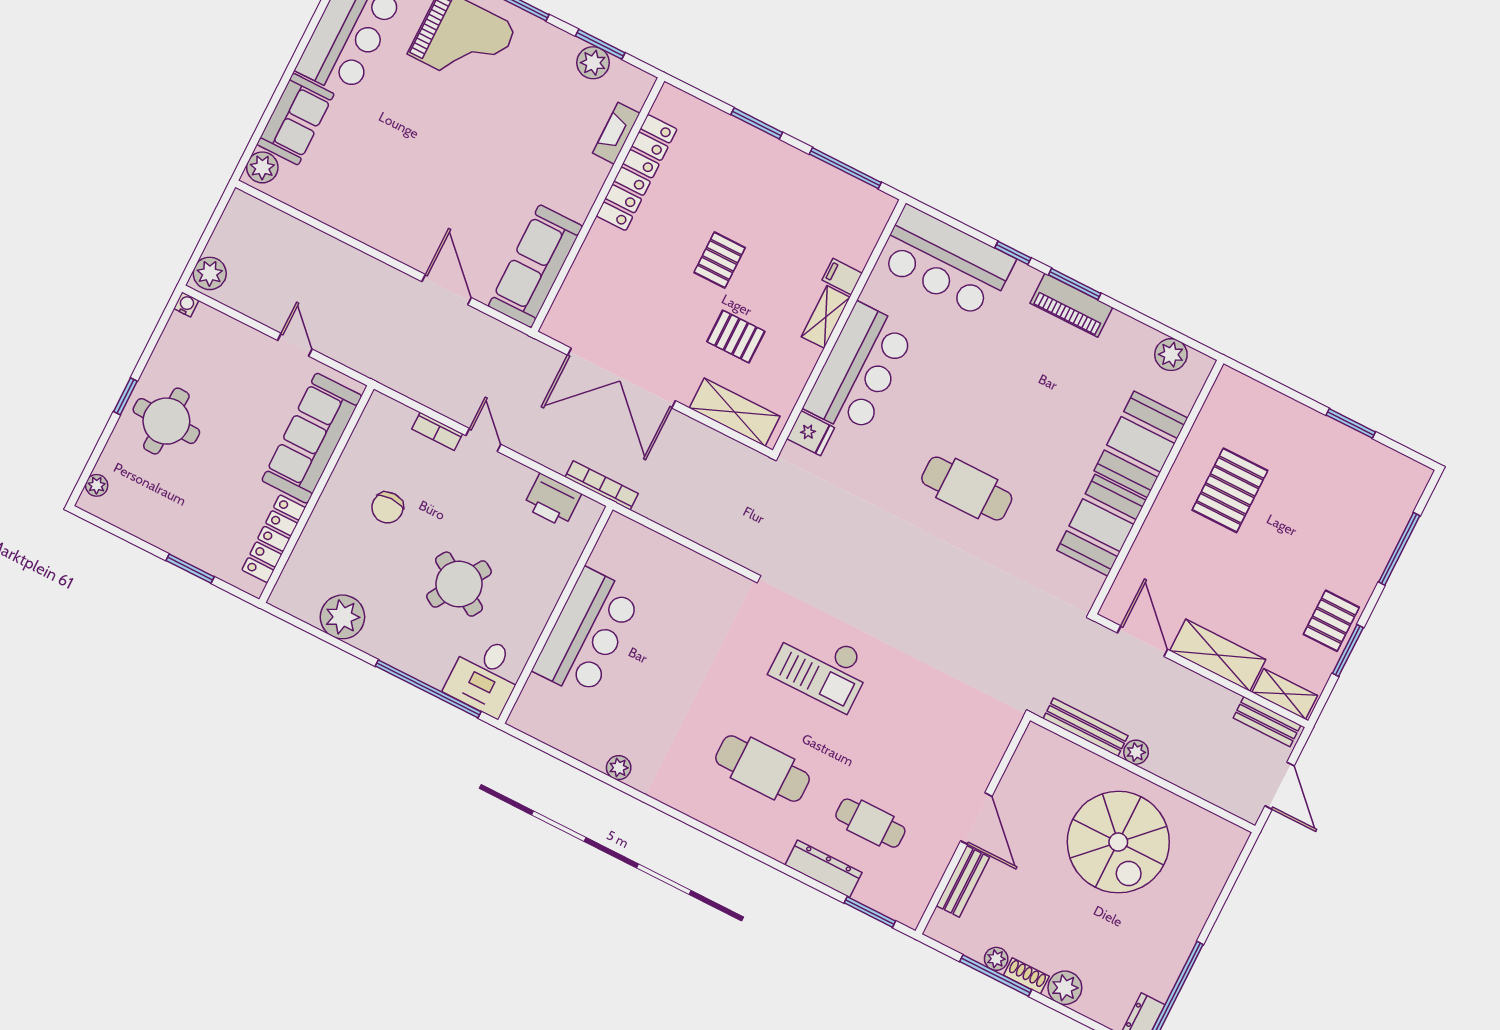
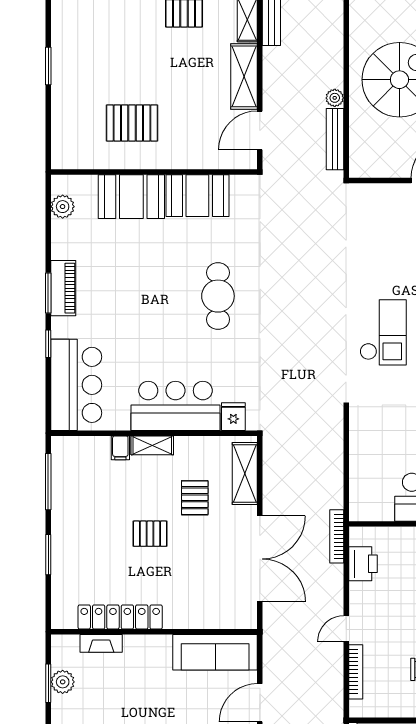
bookcase: (437, 431) -> (356, 672), width x1.56

